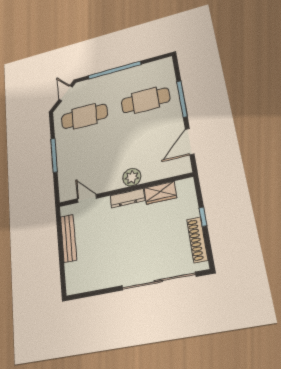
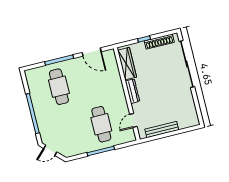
cafe table: (84, 116) -> (101, 124), moved
plant: (132, 177) -> (117, 90), removed
wardrobe: (160, 193) -> (127, 64), width x1.50

